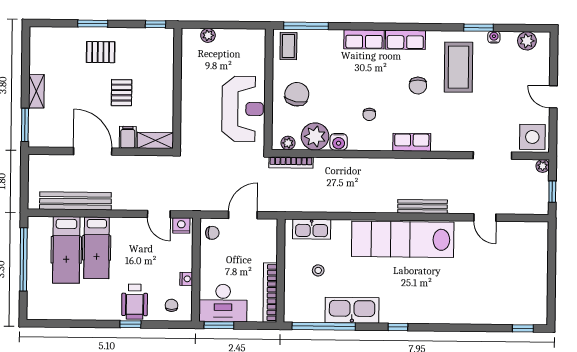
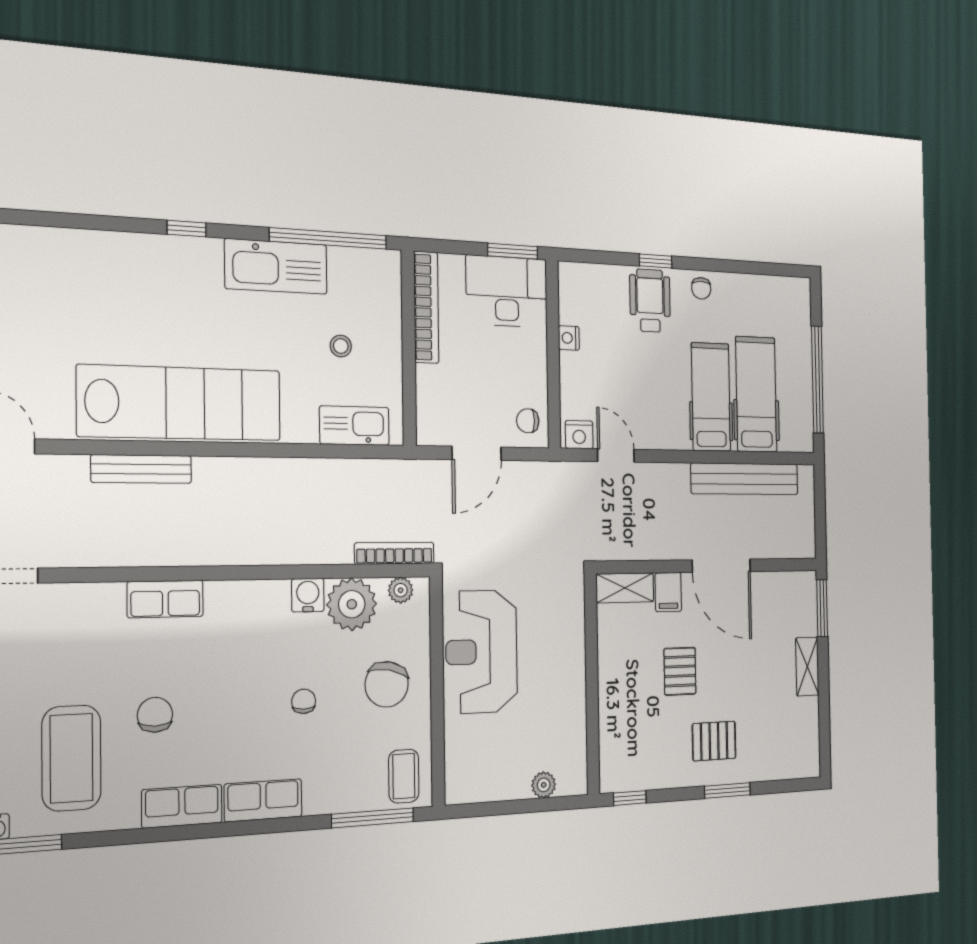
chair: (369, 114) -> (304, 701), moved
chair: (172, 305) -> (701, 288), moved

